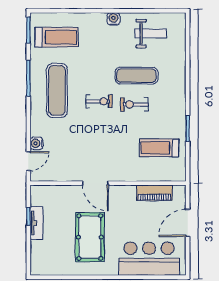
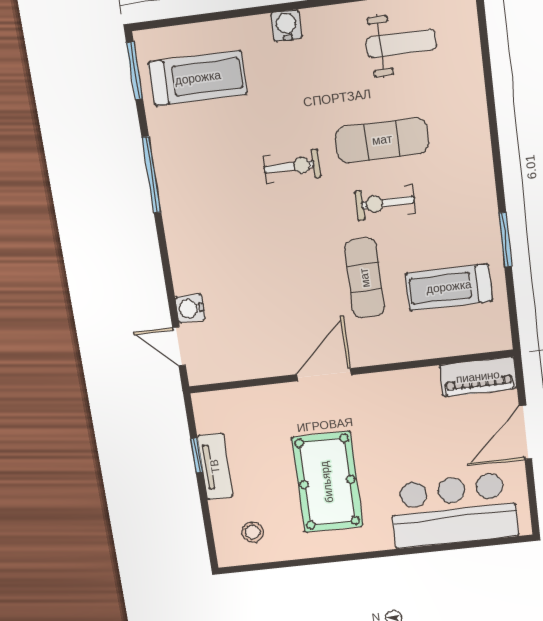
water cooler: (113, 19) -> (286, 25), moved
exercise mat: (57, 90) -> (365, 278), moved, width x0.73, depth x0.69
exercise bike: (99, 101) -> (292, 166), moved
door: (28, 161) -> (179, 346), swing flipped
door: (95, 183) -> (324, 375), swing flipped
piano: (154, 193) -> (478, 377), moved
stool: (50, 259) -> (253, 532), added

